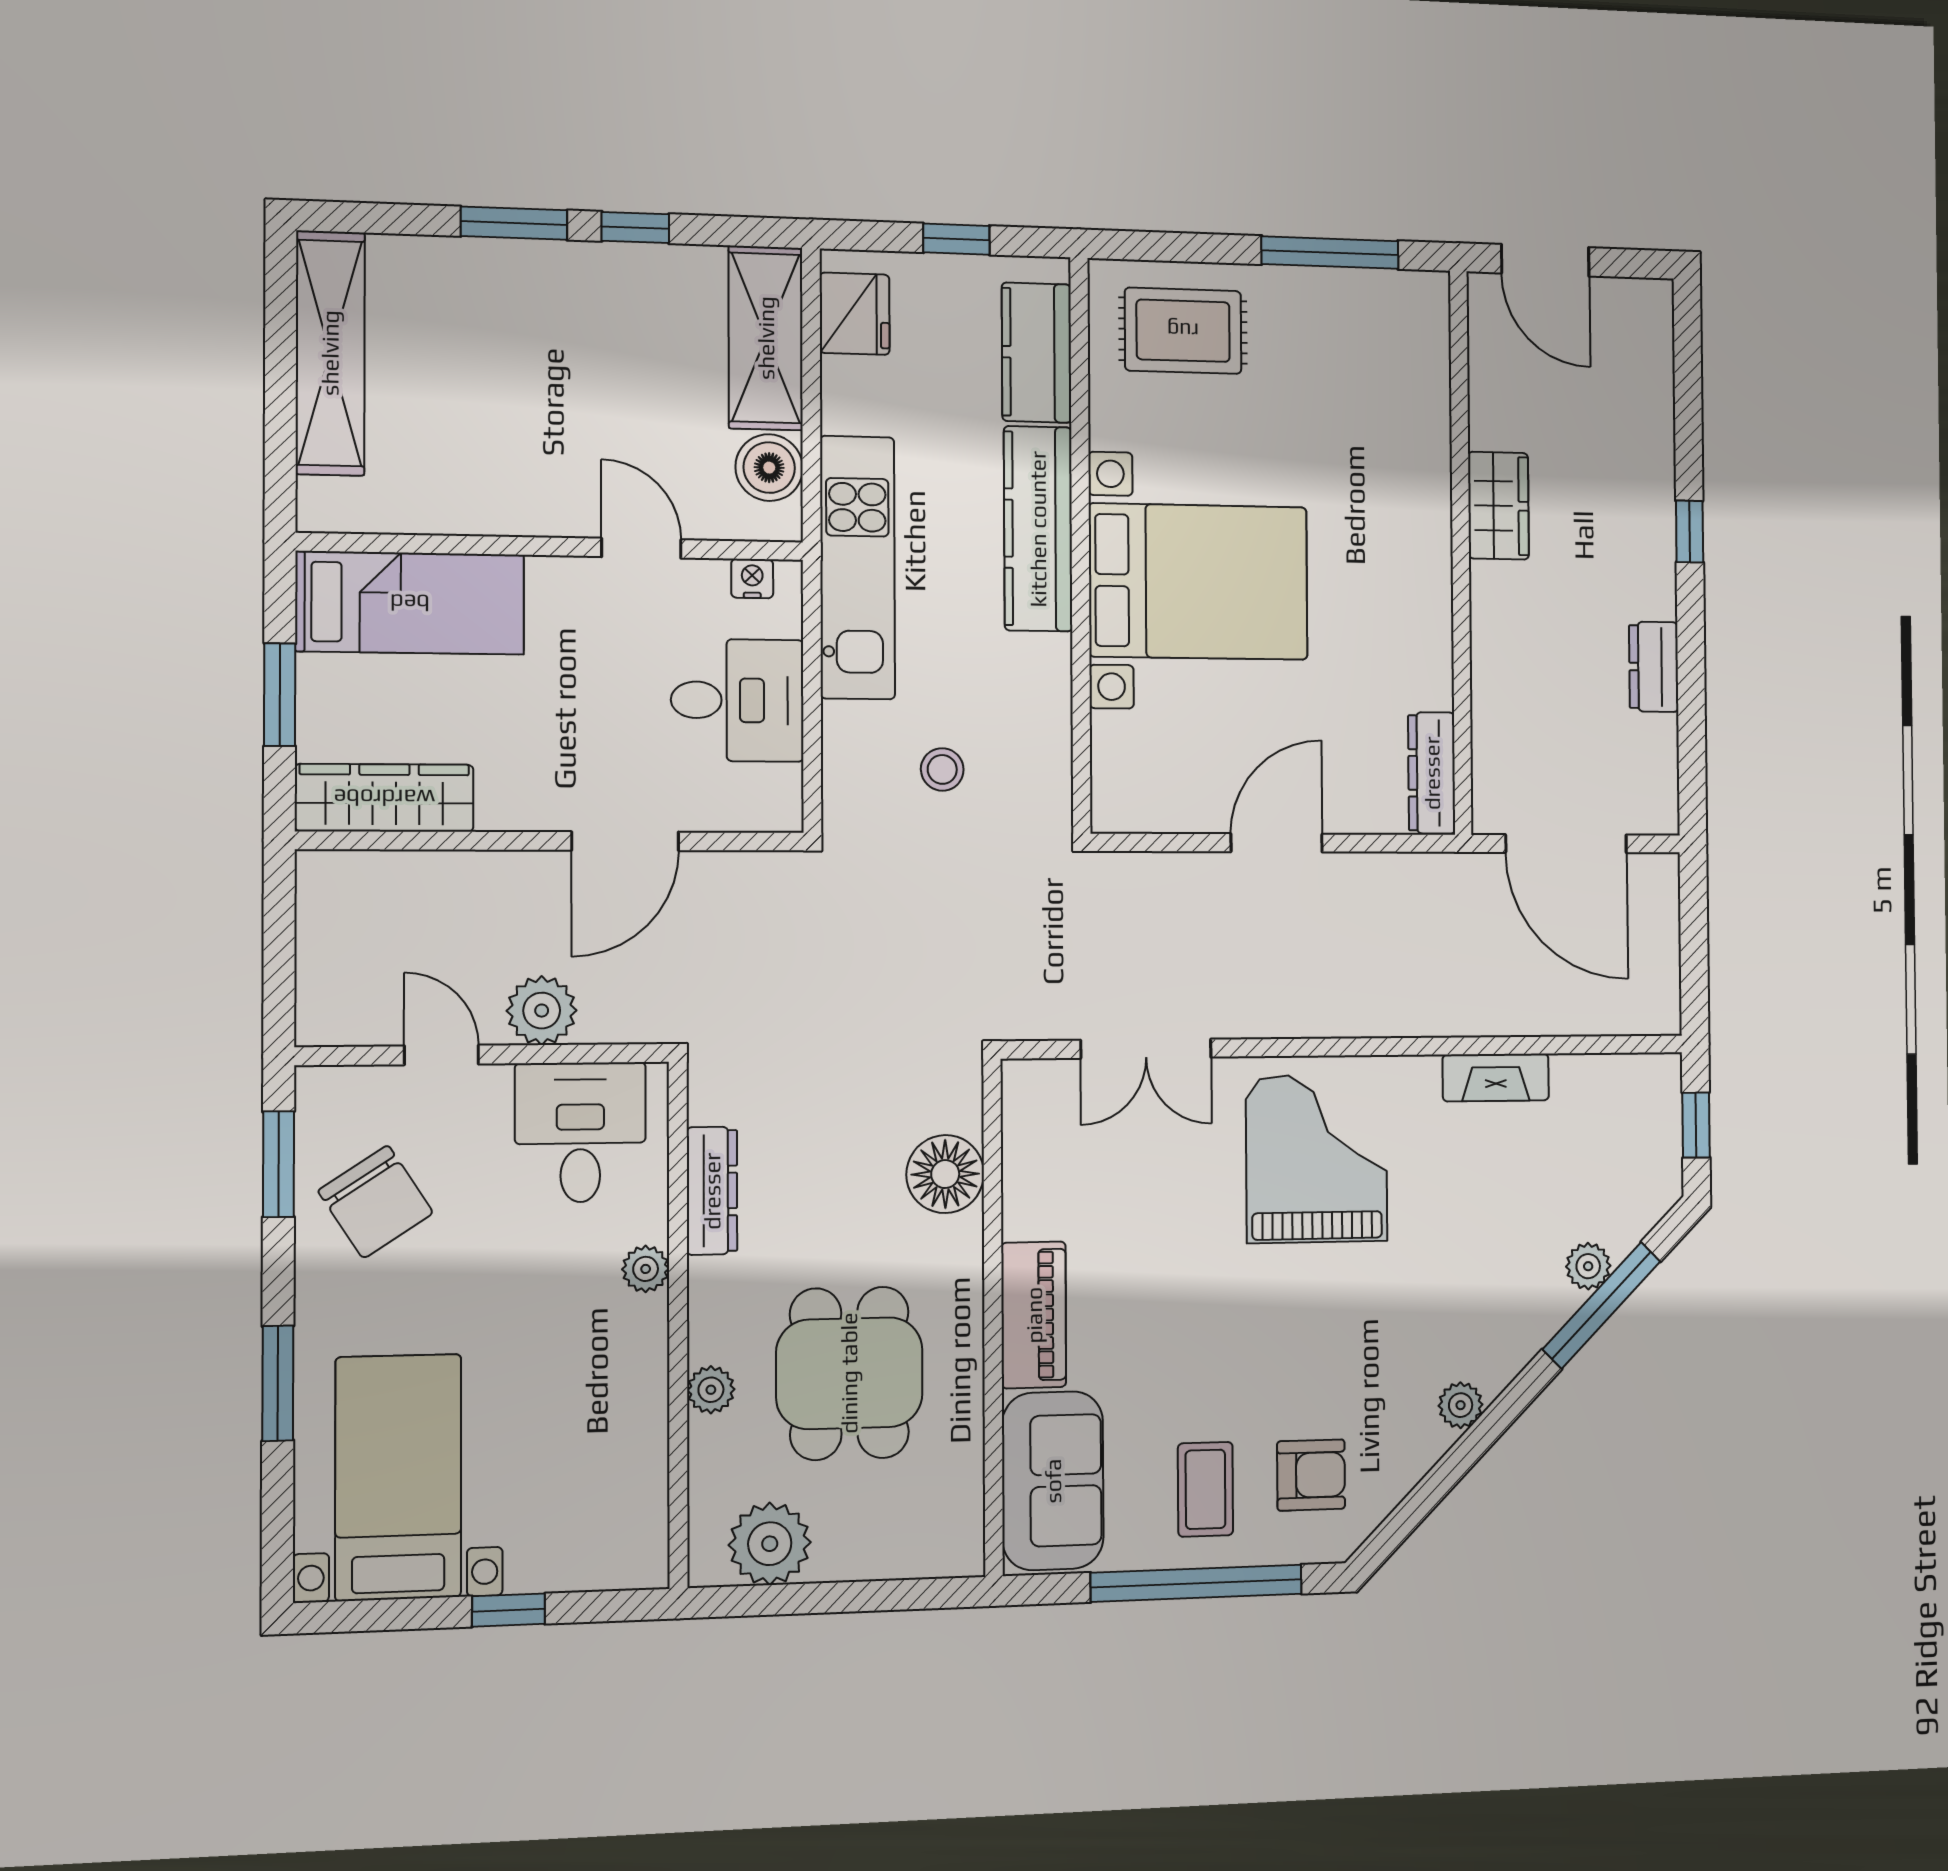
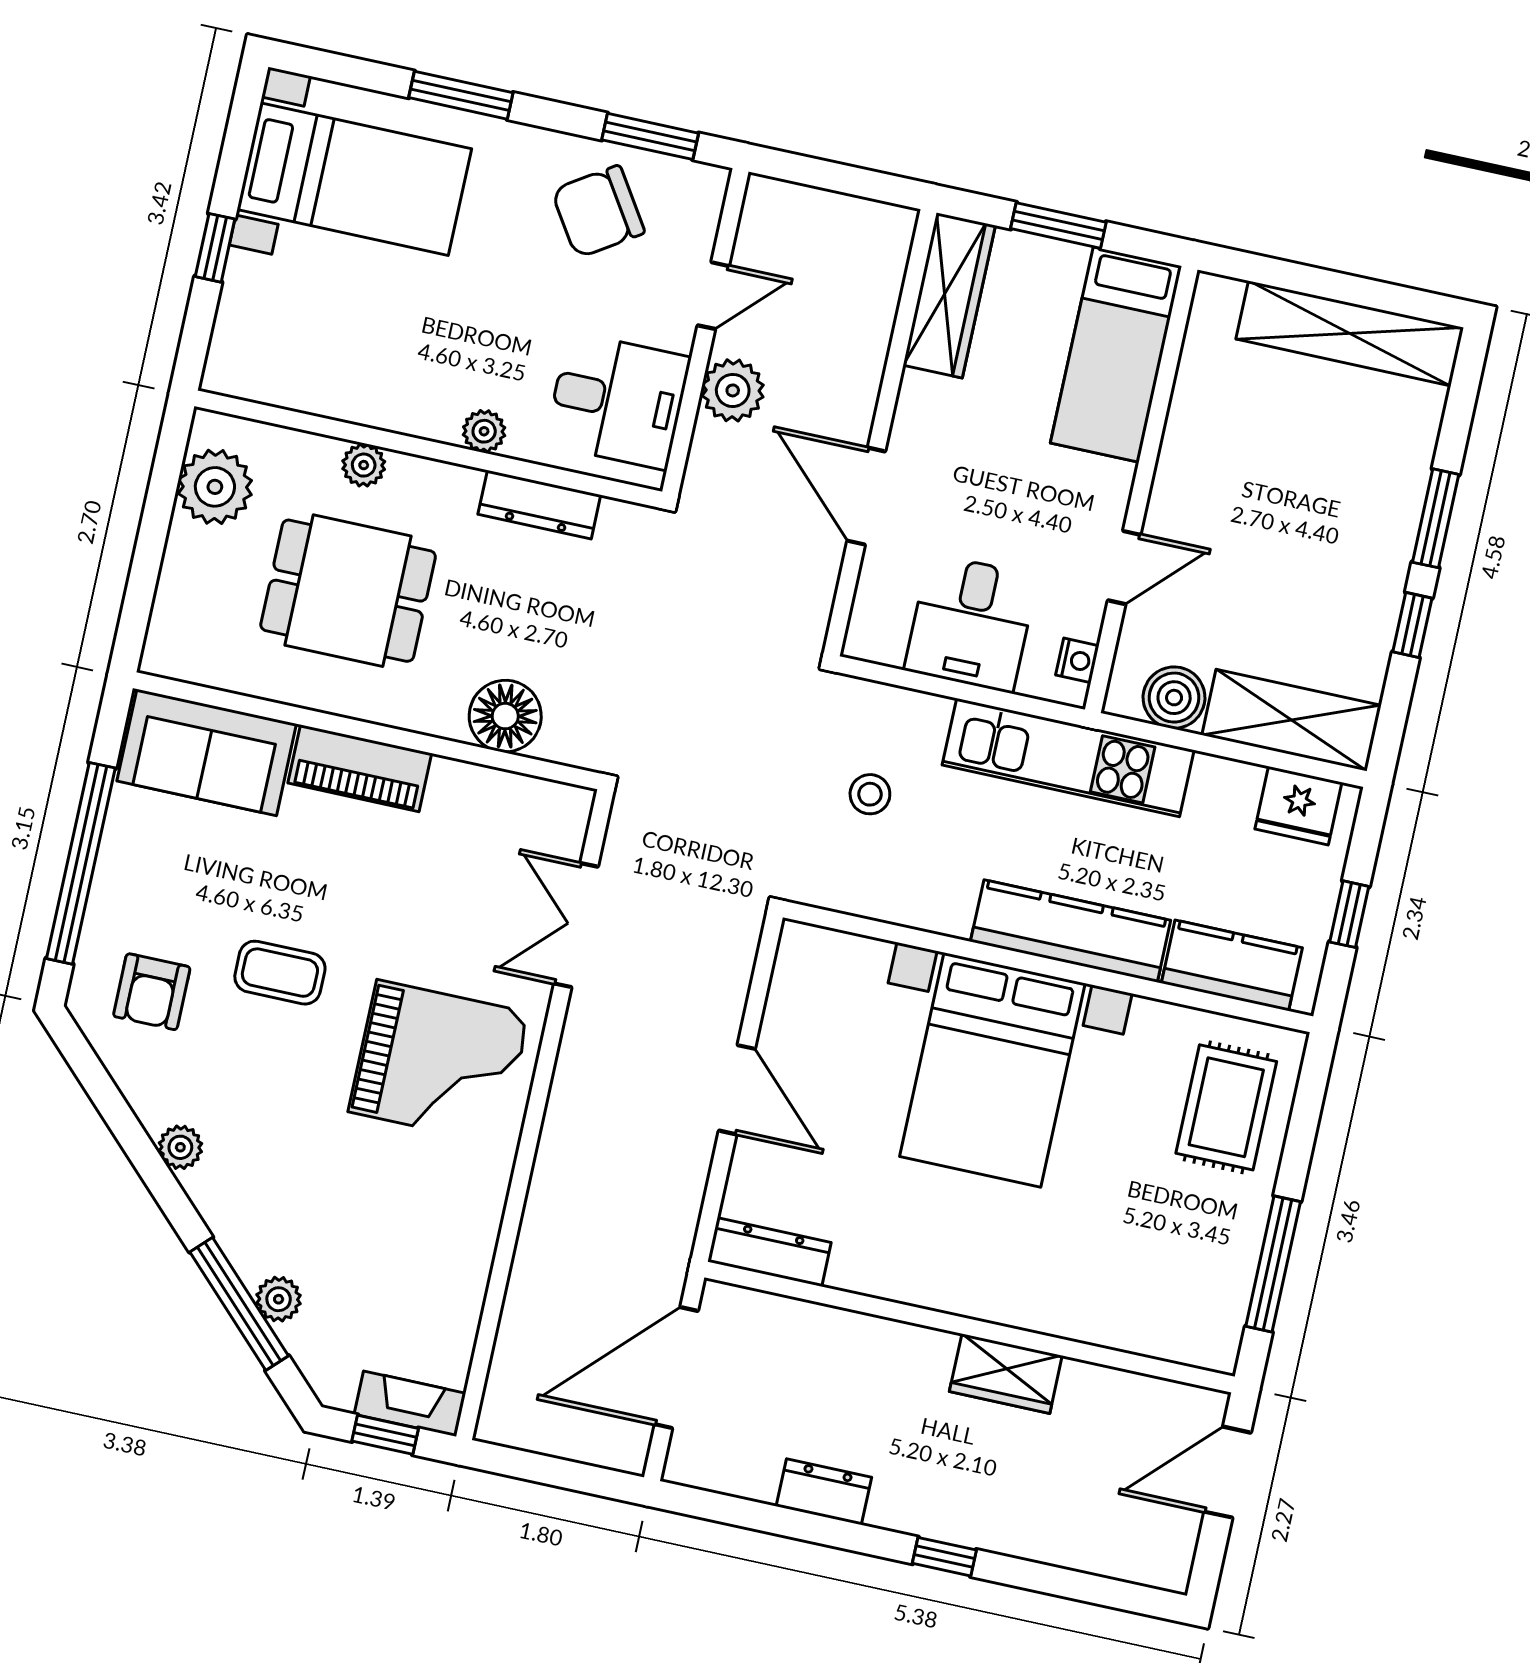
fireplace: (1496, 1078) -> (410, 1404), moved, turned 90
coffee table: (1205, 1489) -> (280, 973), moved

